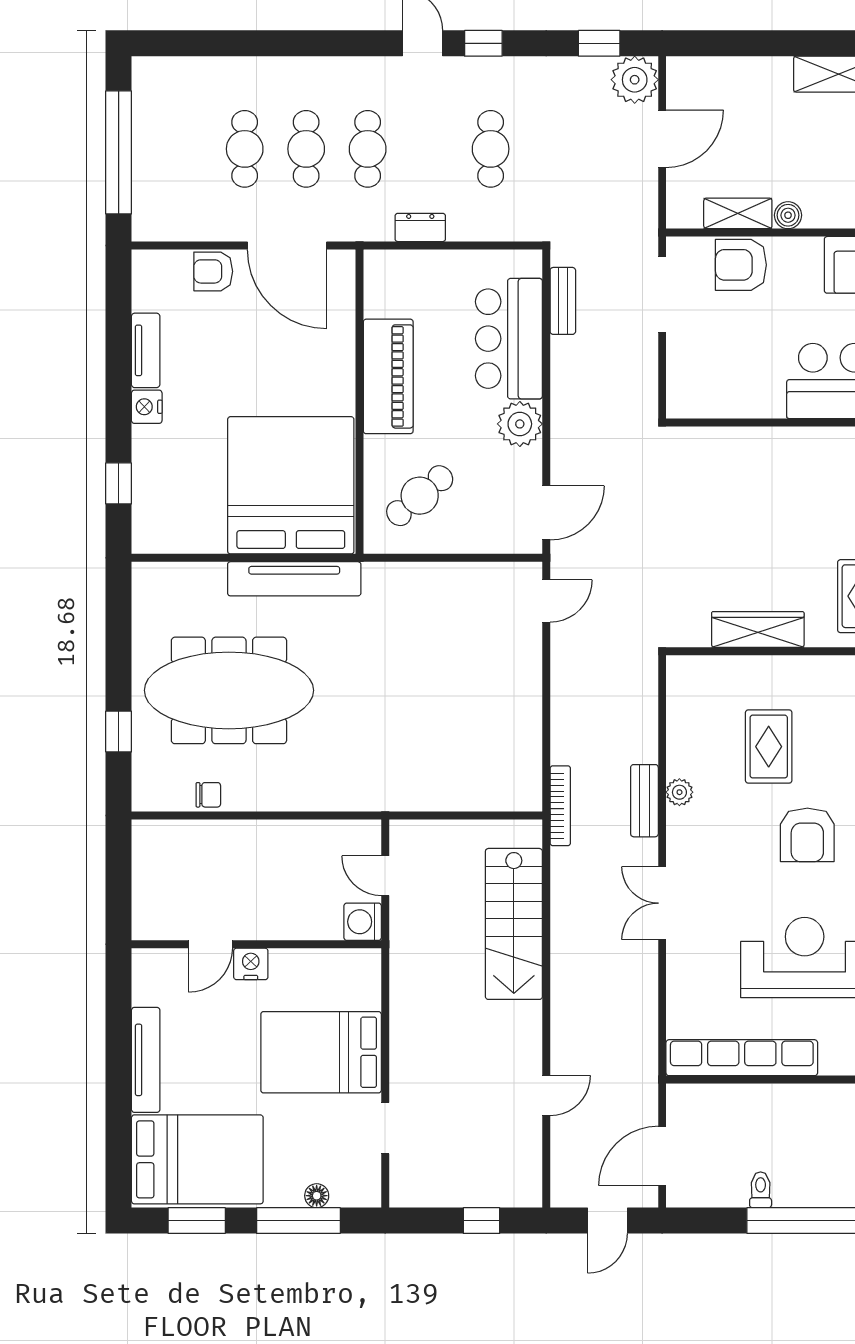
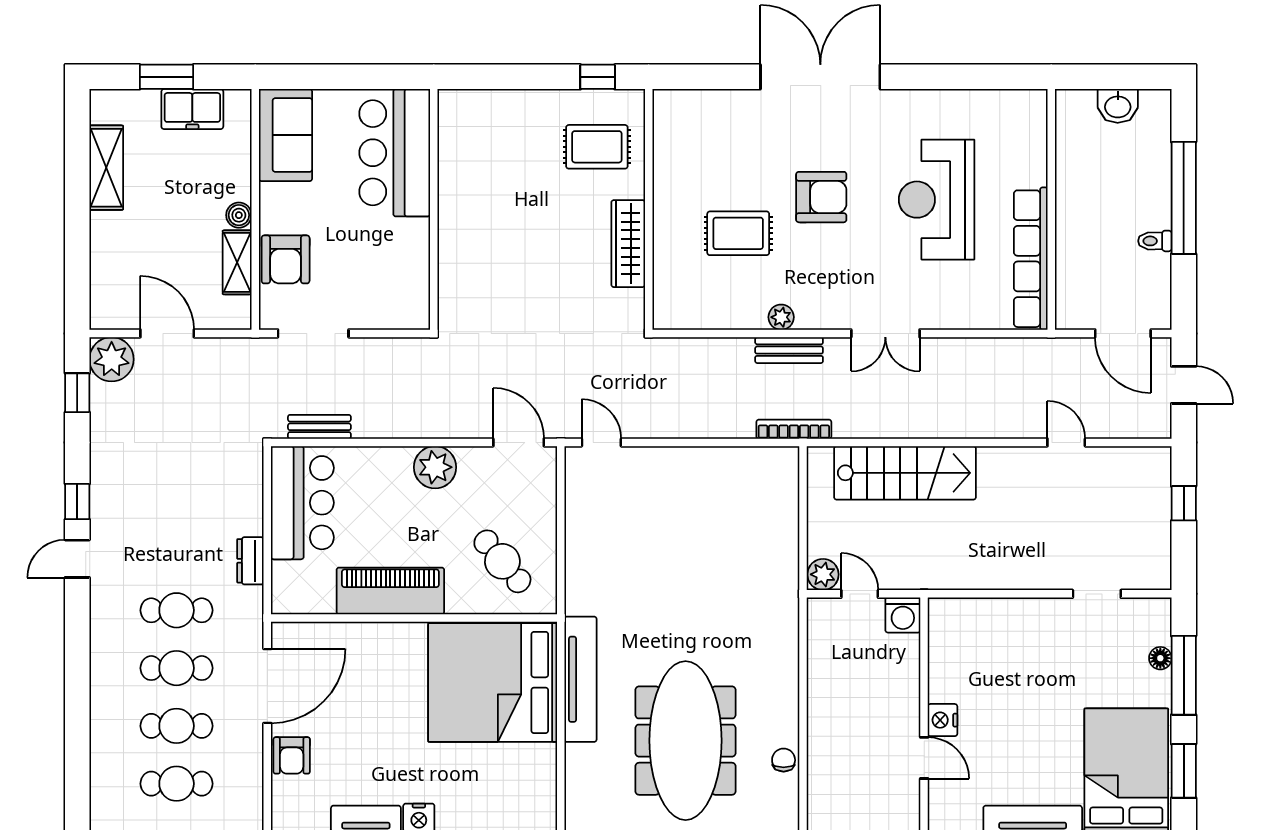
cafe table: (491, 149) -> (177, 784), moved
bar counter: (509, 339) -> (302, 503), moved, turned -90
plant: (406, 837) -> (823, 574), added
door: (385, 876) -> (860, 594), swing flipped
bed: (321, 1052) -> (1026, 654), removed

